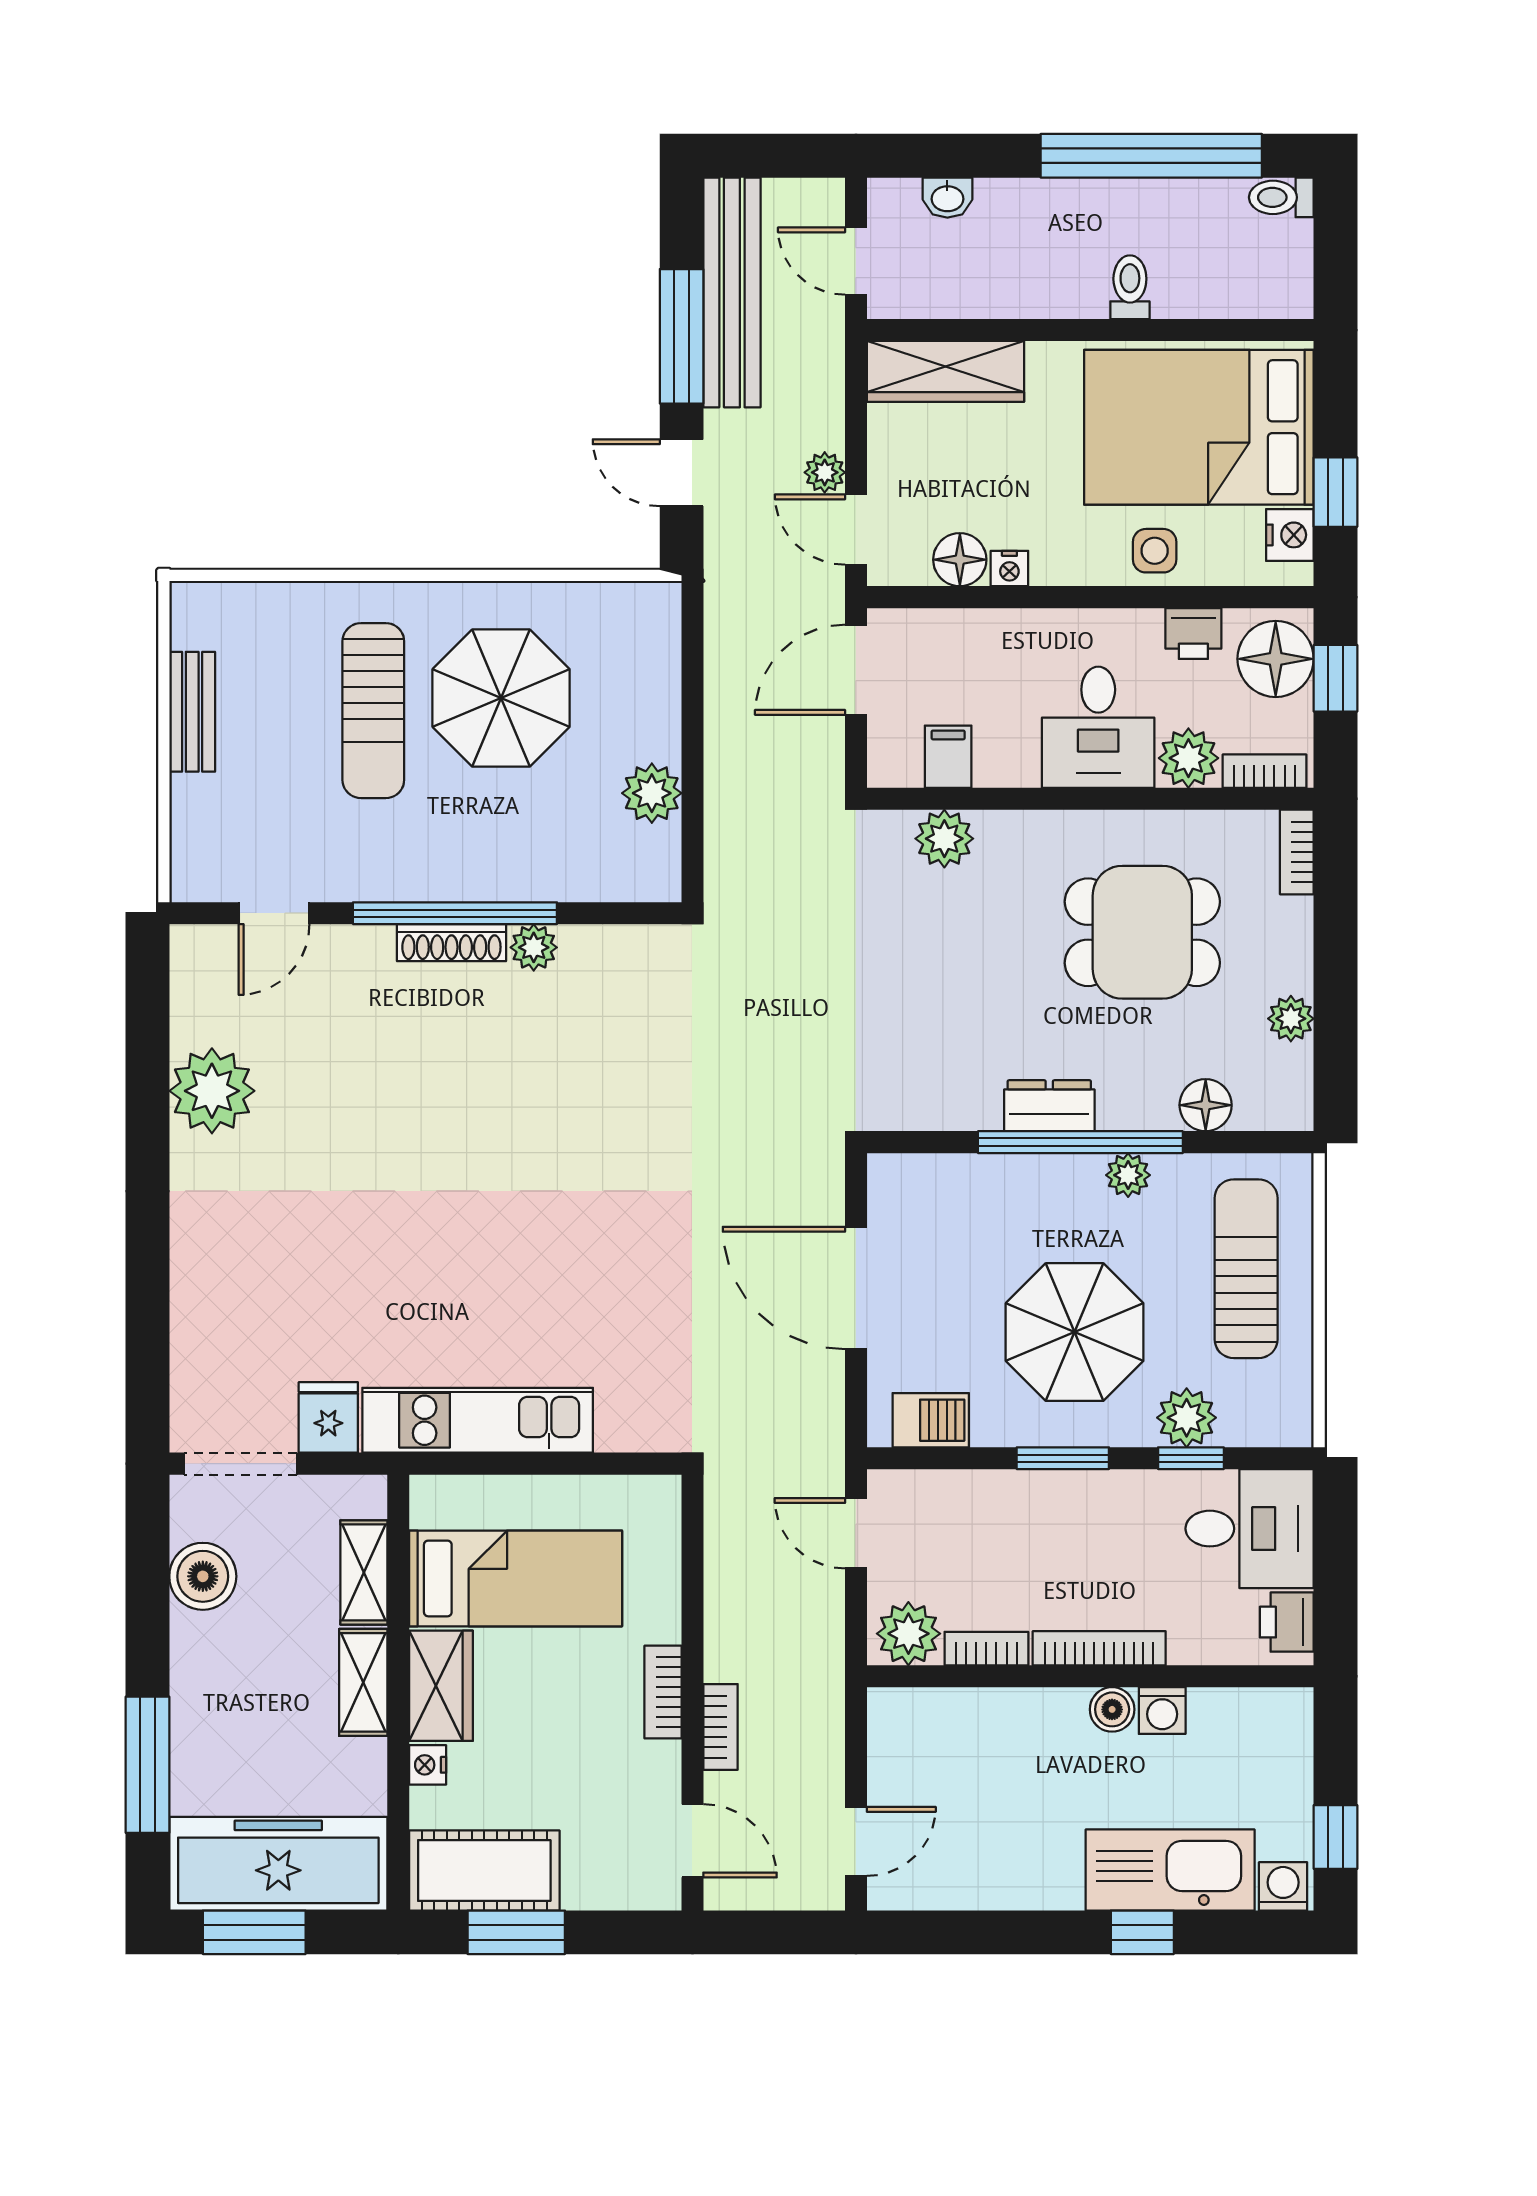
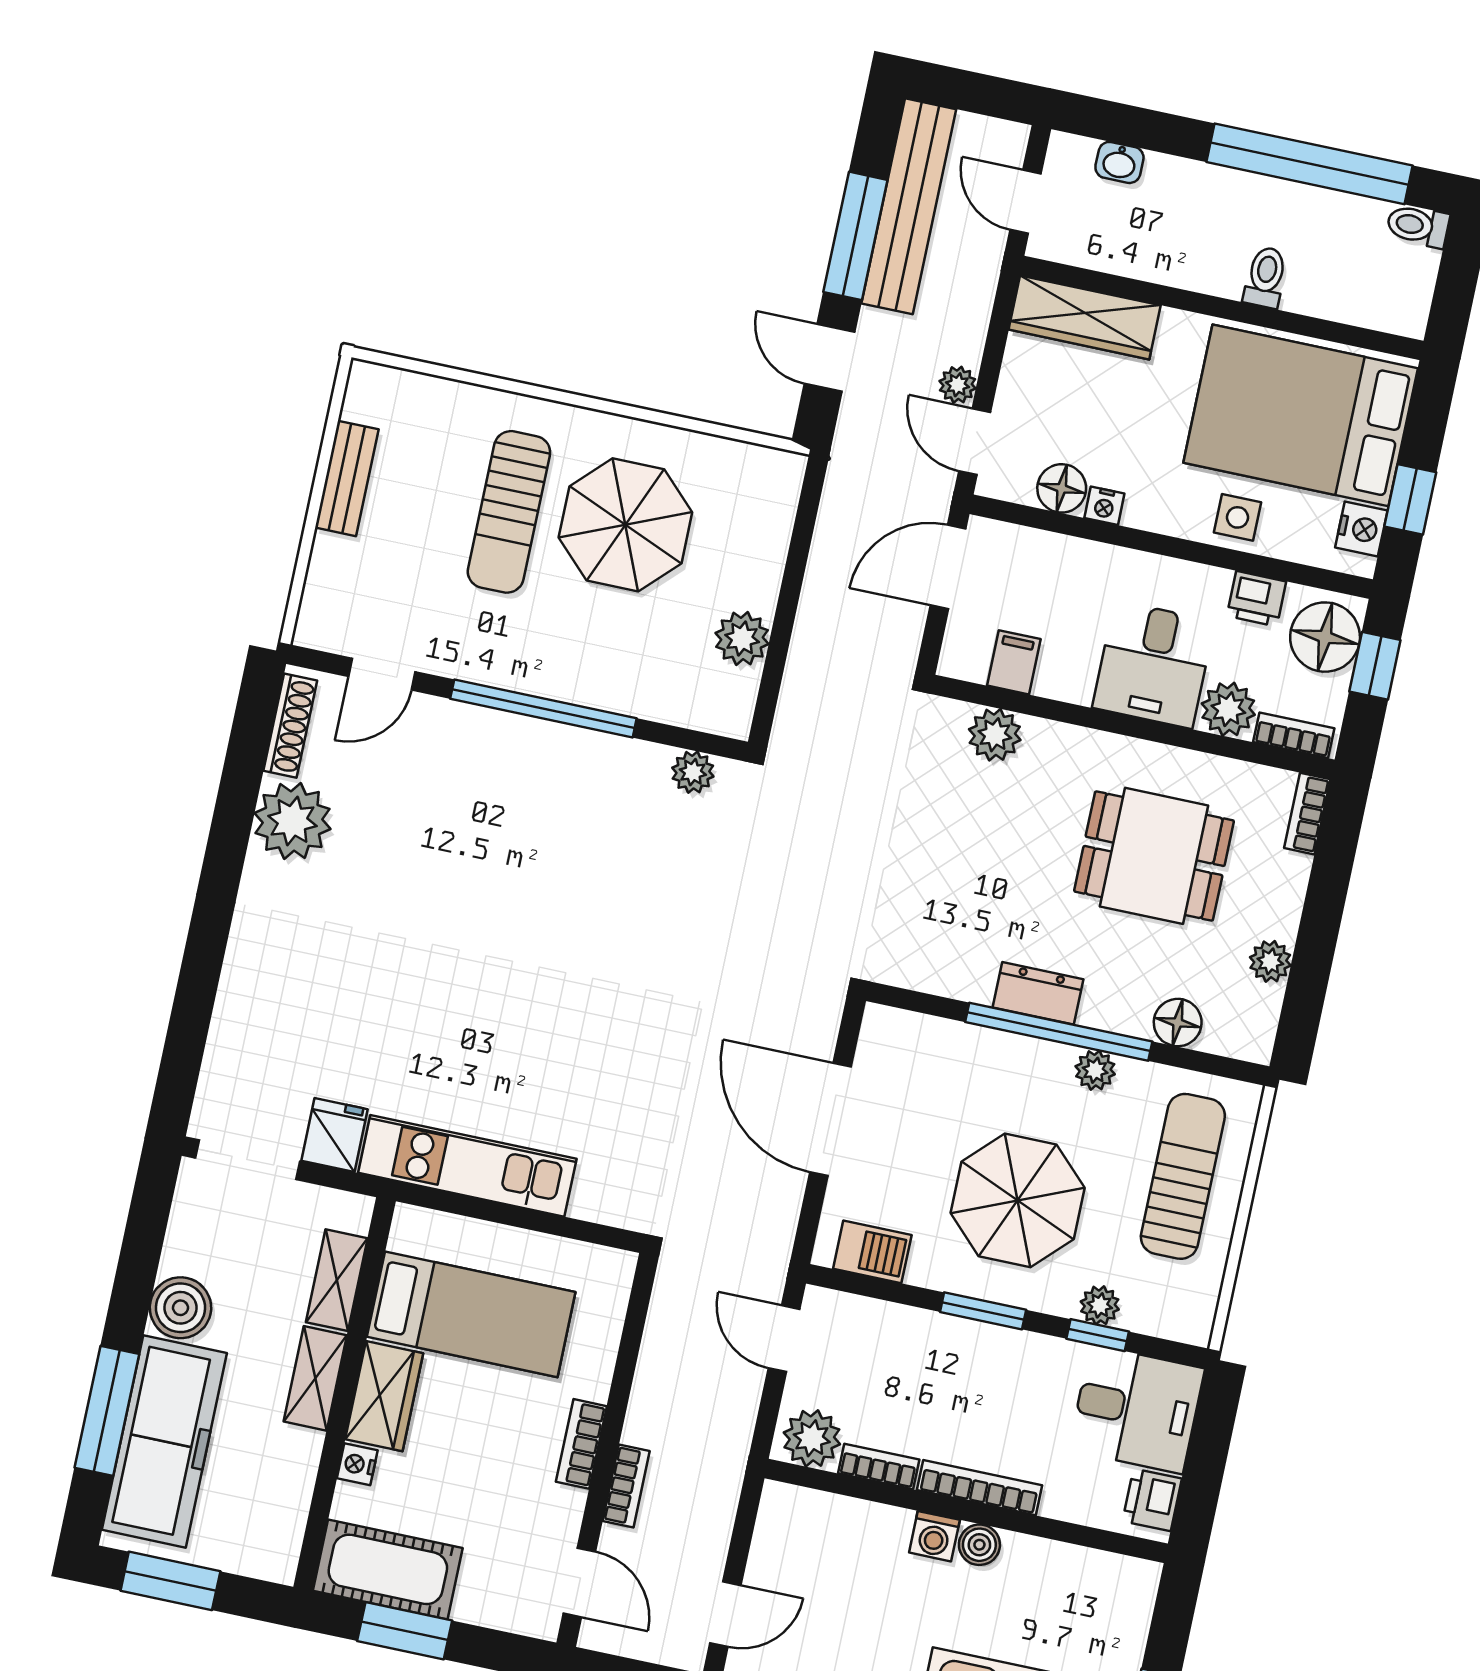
shoe rack: (451, 943) -> (290, 726), moved, turned -90
plant: (534, 947) -> (693, 772), moved
plant: (1187, 1418) -> (1100, 1305), width x0.73, depth x0.73
boiler: (203, 1576) -> (180, 1308), moved
washing machine: (1162, 1710) -> (934, 1536), moved
freezer: (278, 1864) -> (164, 1441), moved, turned 90

